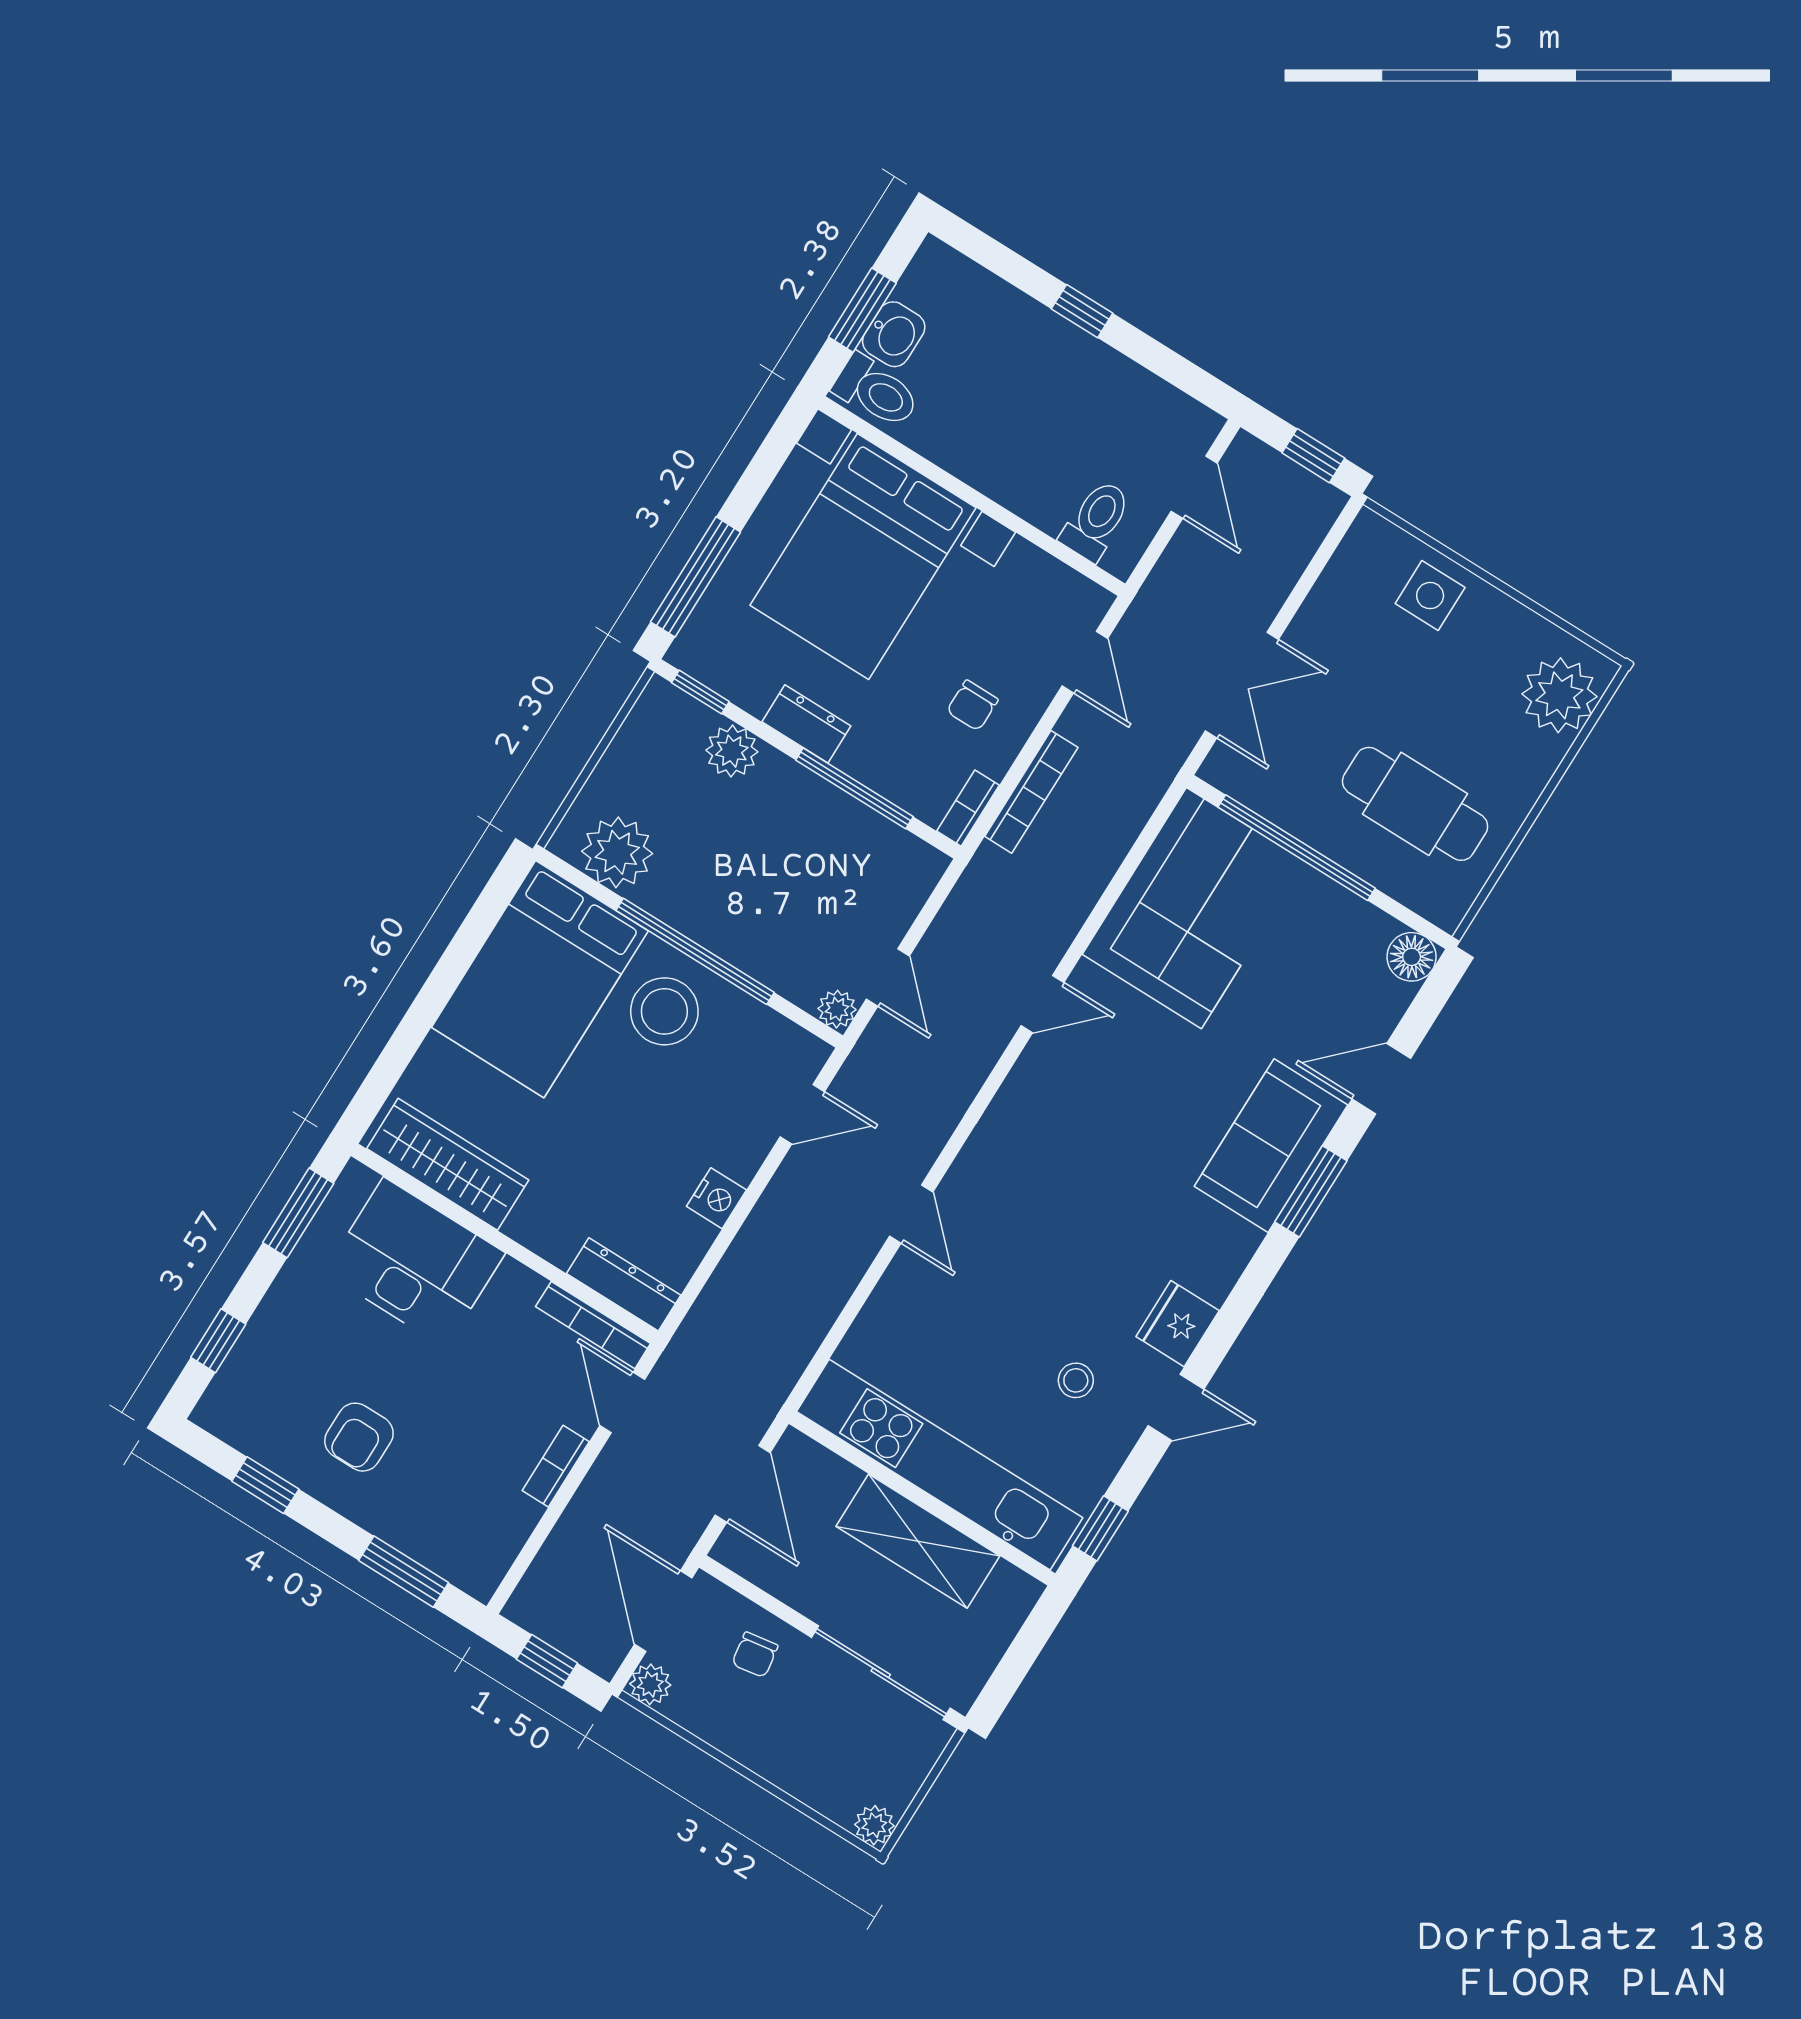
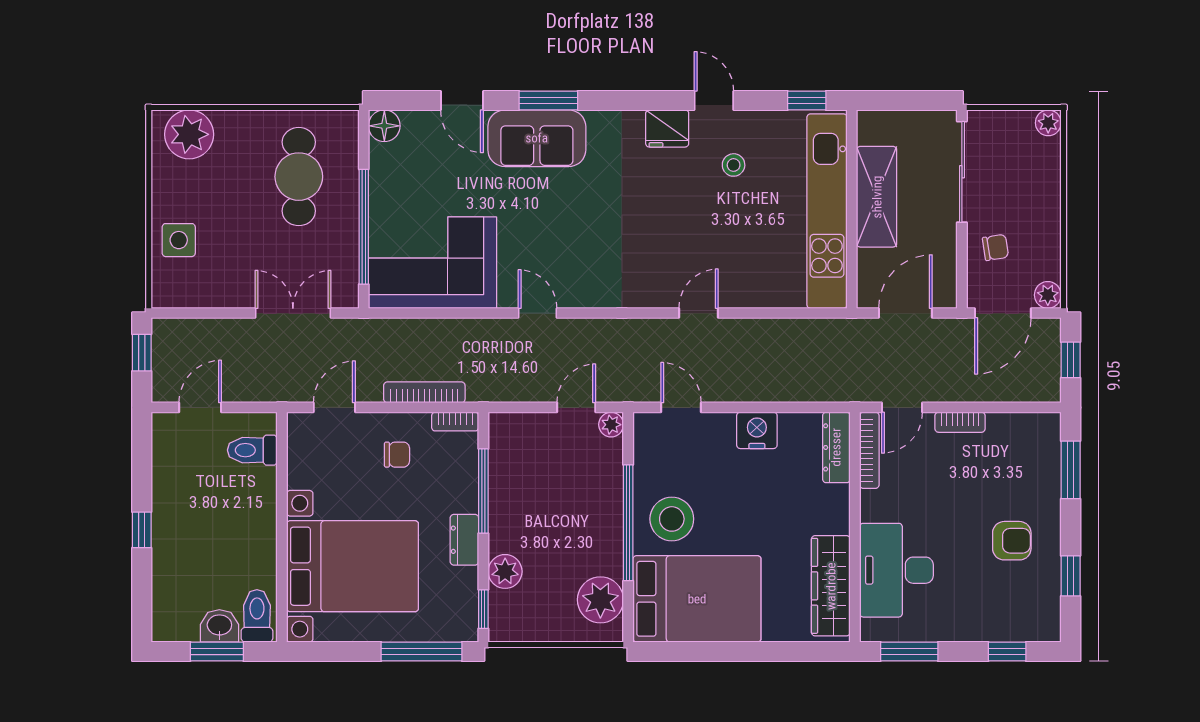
nightstand: (717, 1198) -> (757, 430), width x1.36, depth x1.33

